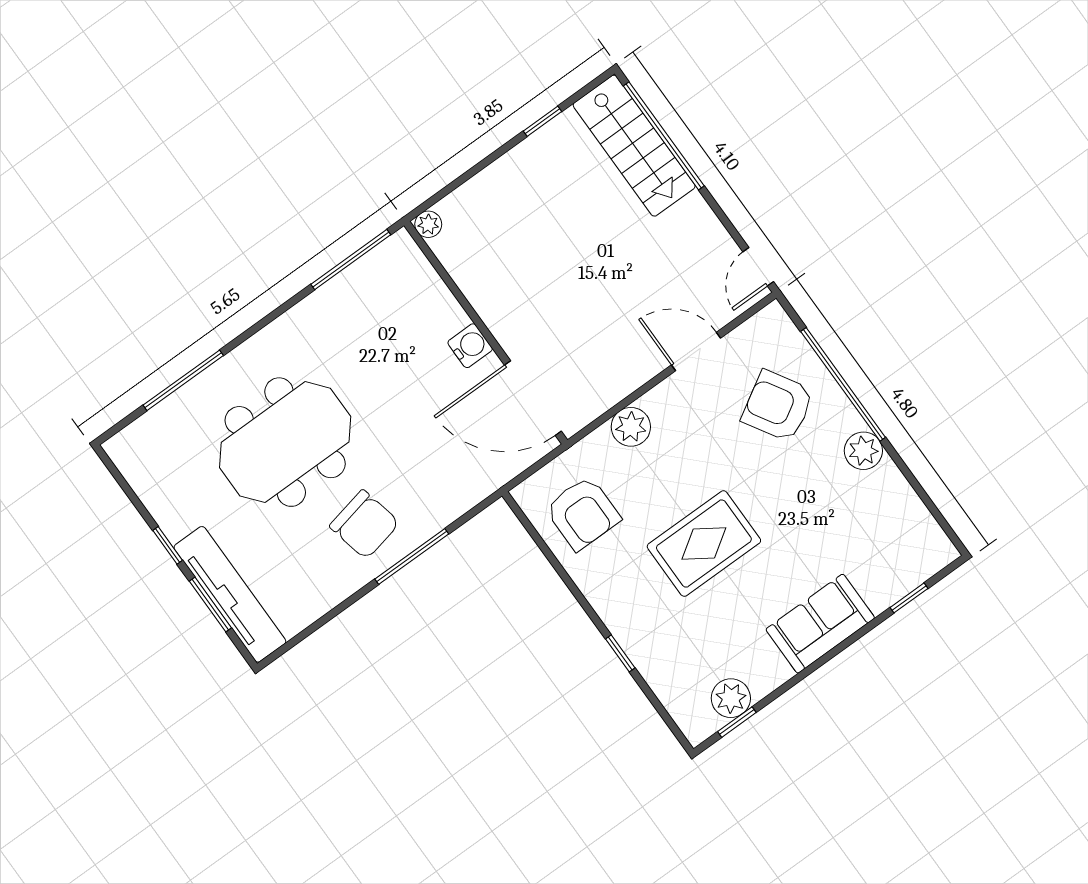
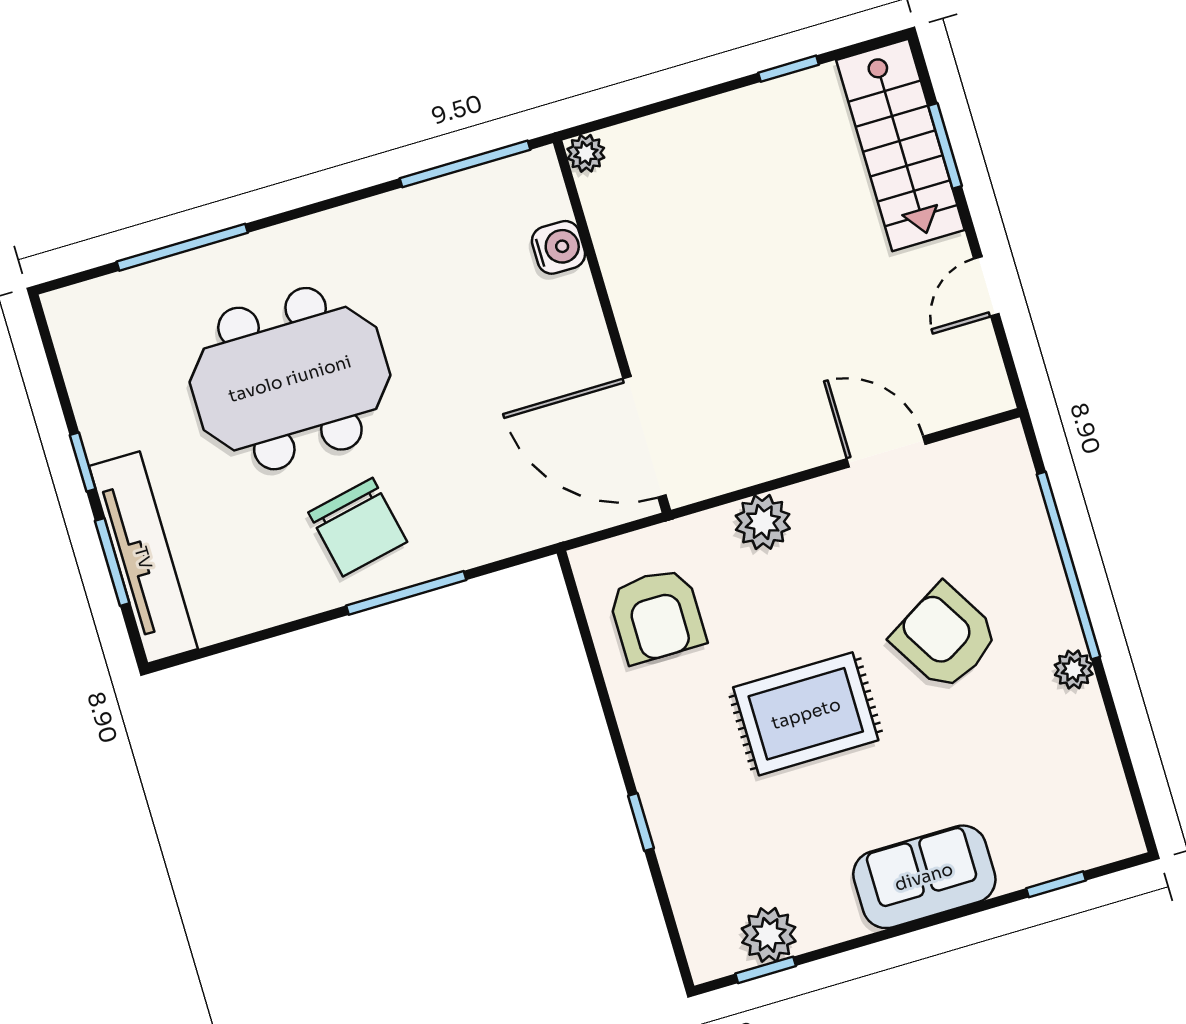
window: (664, 136) -> (945, 146), width x0.47
door: (758, 267) -> (986, 286), moved
water cooler: (470, 346) -> (558, 247), moved
armchair: (778, 406) -> (945, 637), moved
plant: (863, 451) -> (1074, 669), width x0.73, depth x0.73

